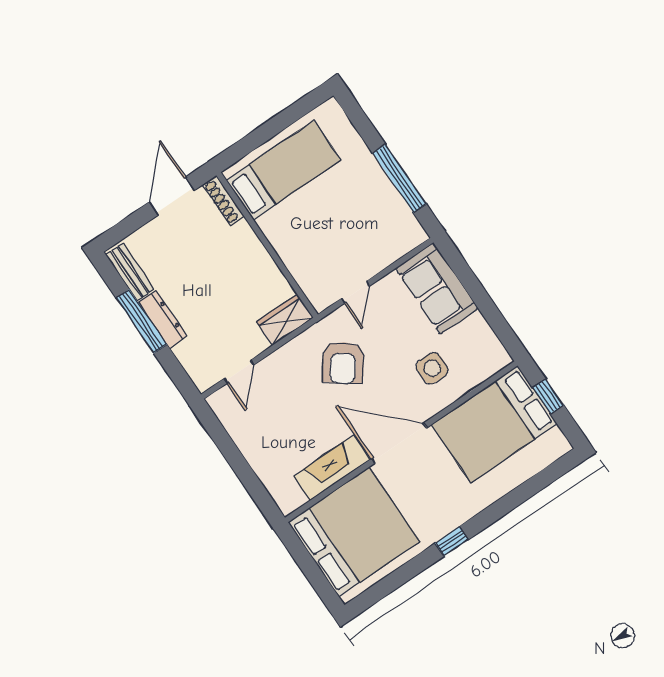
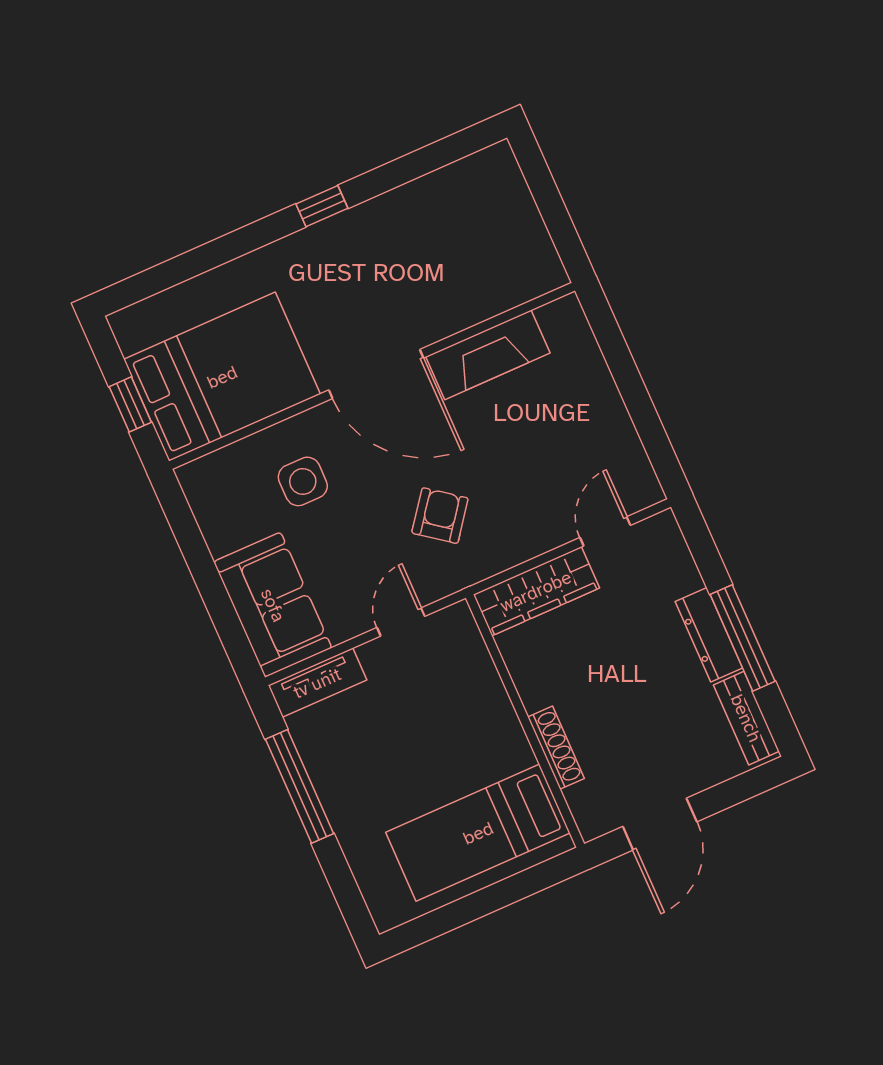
shoe rack: (223, 201) -> (556, 748), moved
tv unit: (400, 245) -> (317, 683), added
wardrobe: (285, 320) -> (536, 591), width x1.50
armchair: (343, 363) -> (440, 516), width x0.72, depth x0.72
bed: (354, 532) -> (472, 249), removed

